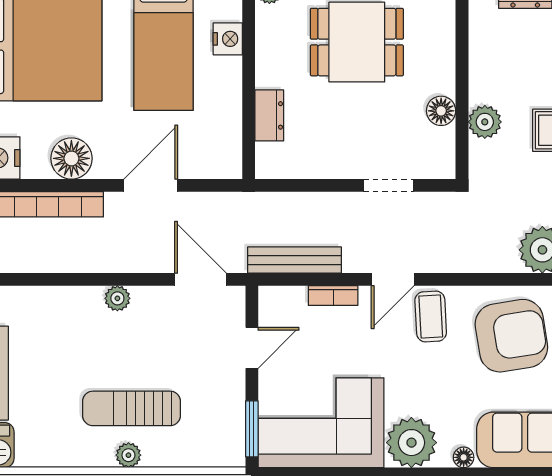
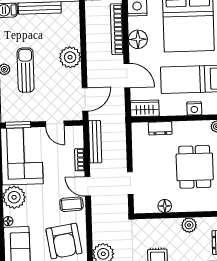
plant: (485, 122) -> (189, 225), moved
wardrobe: (224, 148) -> (145, 108), added
plant: (117, 298) -> (70, 57), width x1.88, depth x1.88

